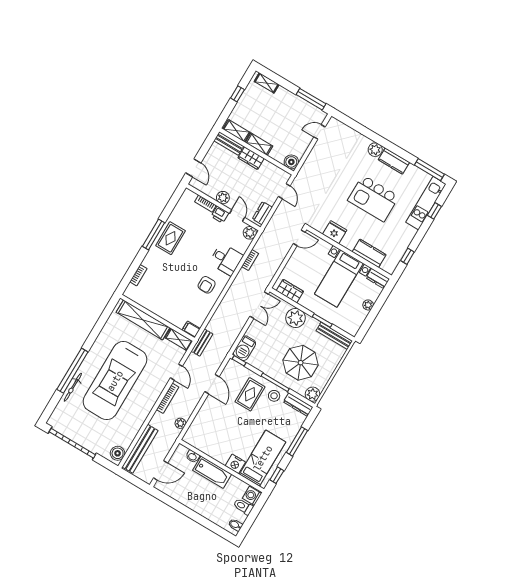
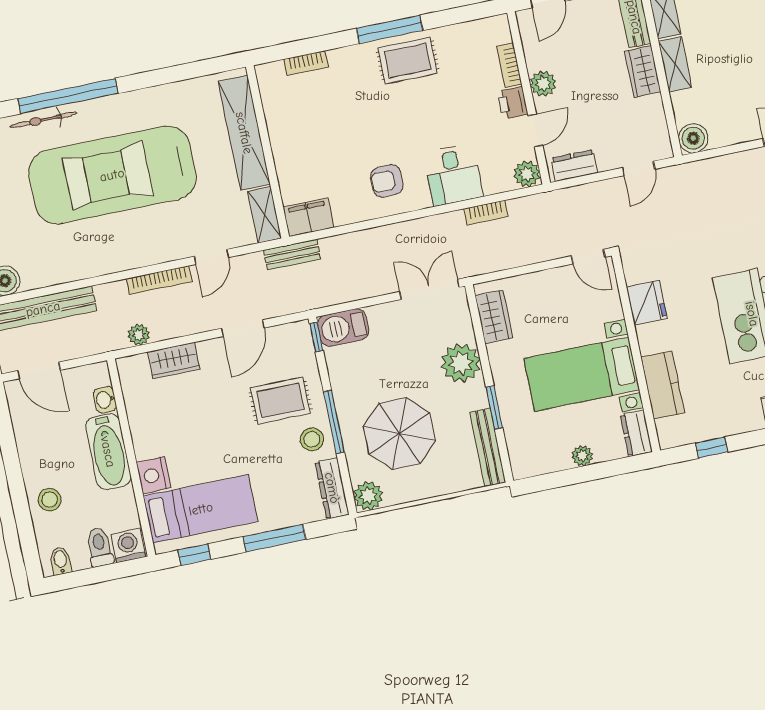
double door: (259, 305) -> (429, 289), swing flipped
filing cabinet: (191, 329) -> (309, 217), width x2.00
wardrobe: (201, 419) -> (174, 360), added
stool: (210, 509) -> (50, 500), added

